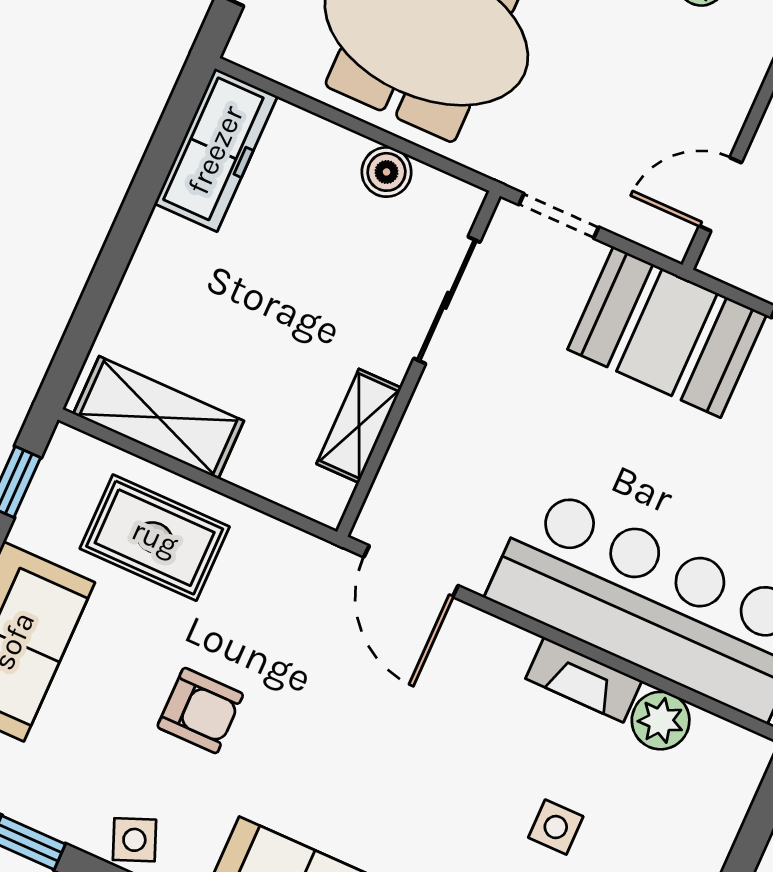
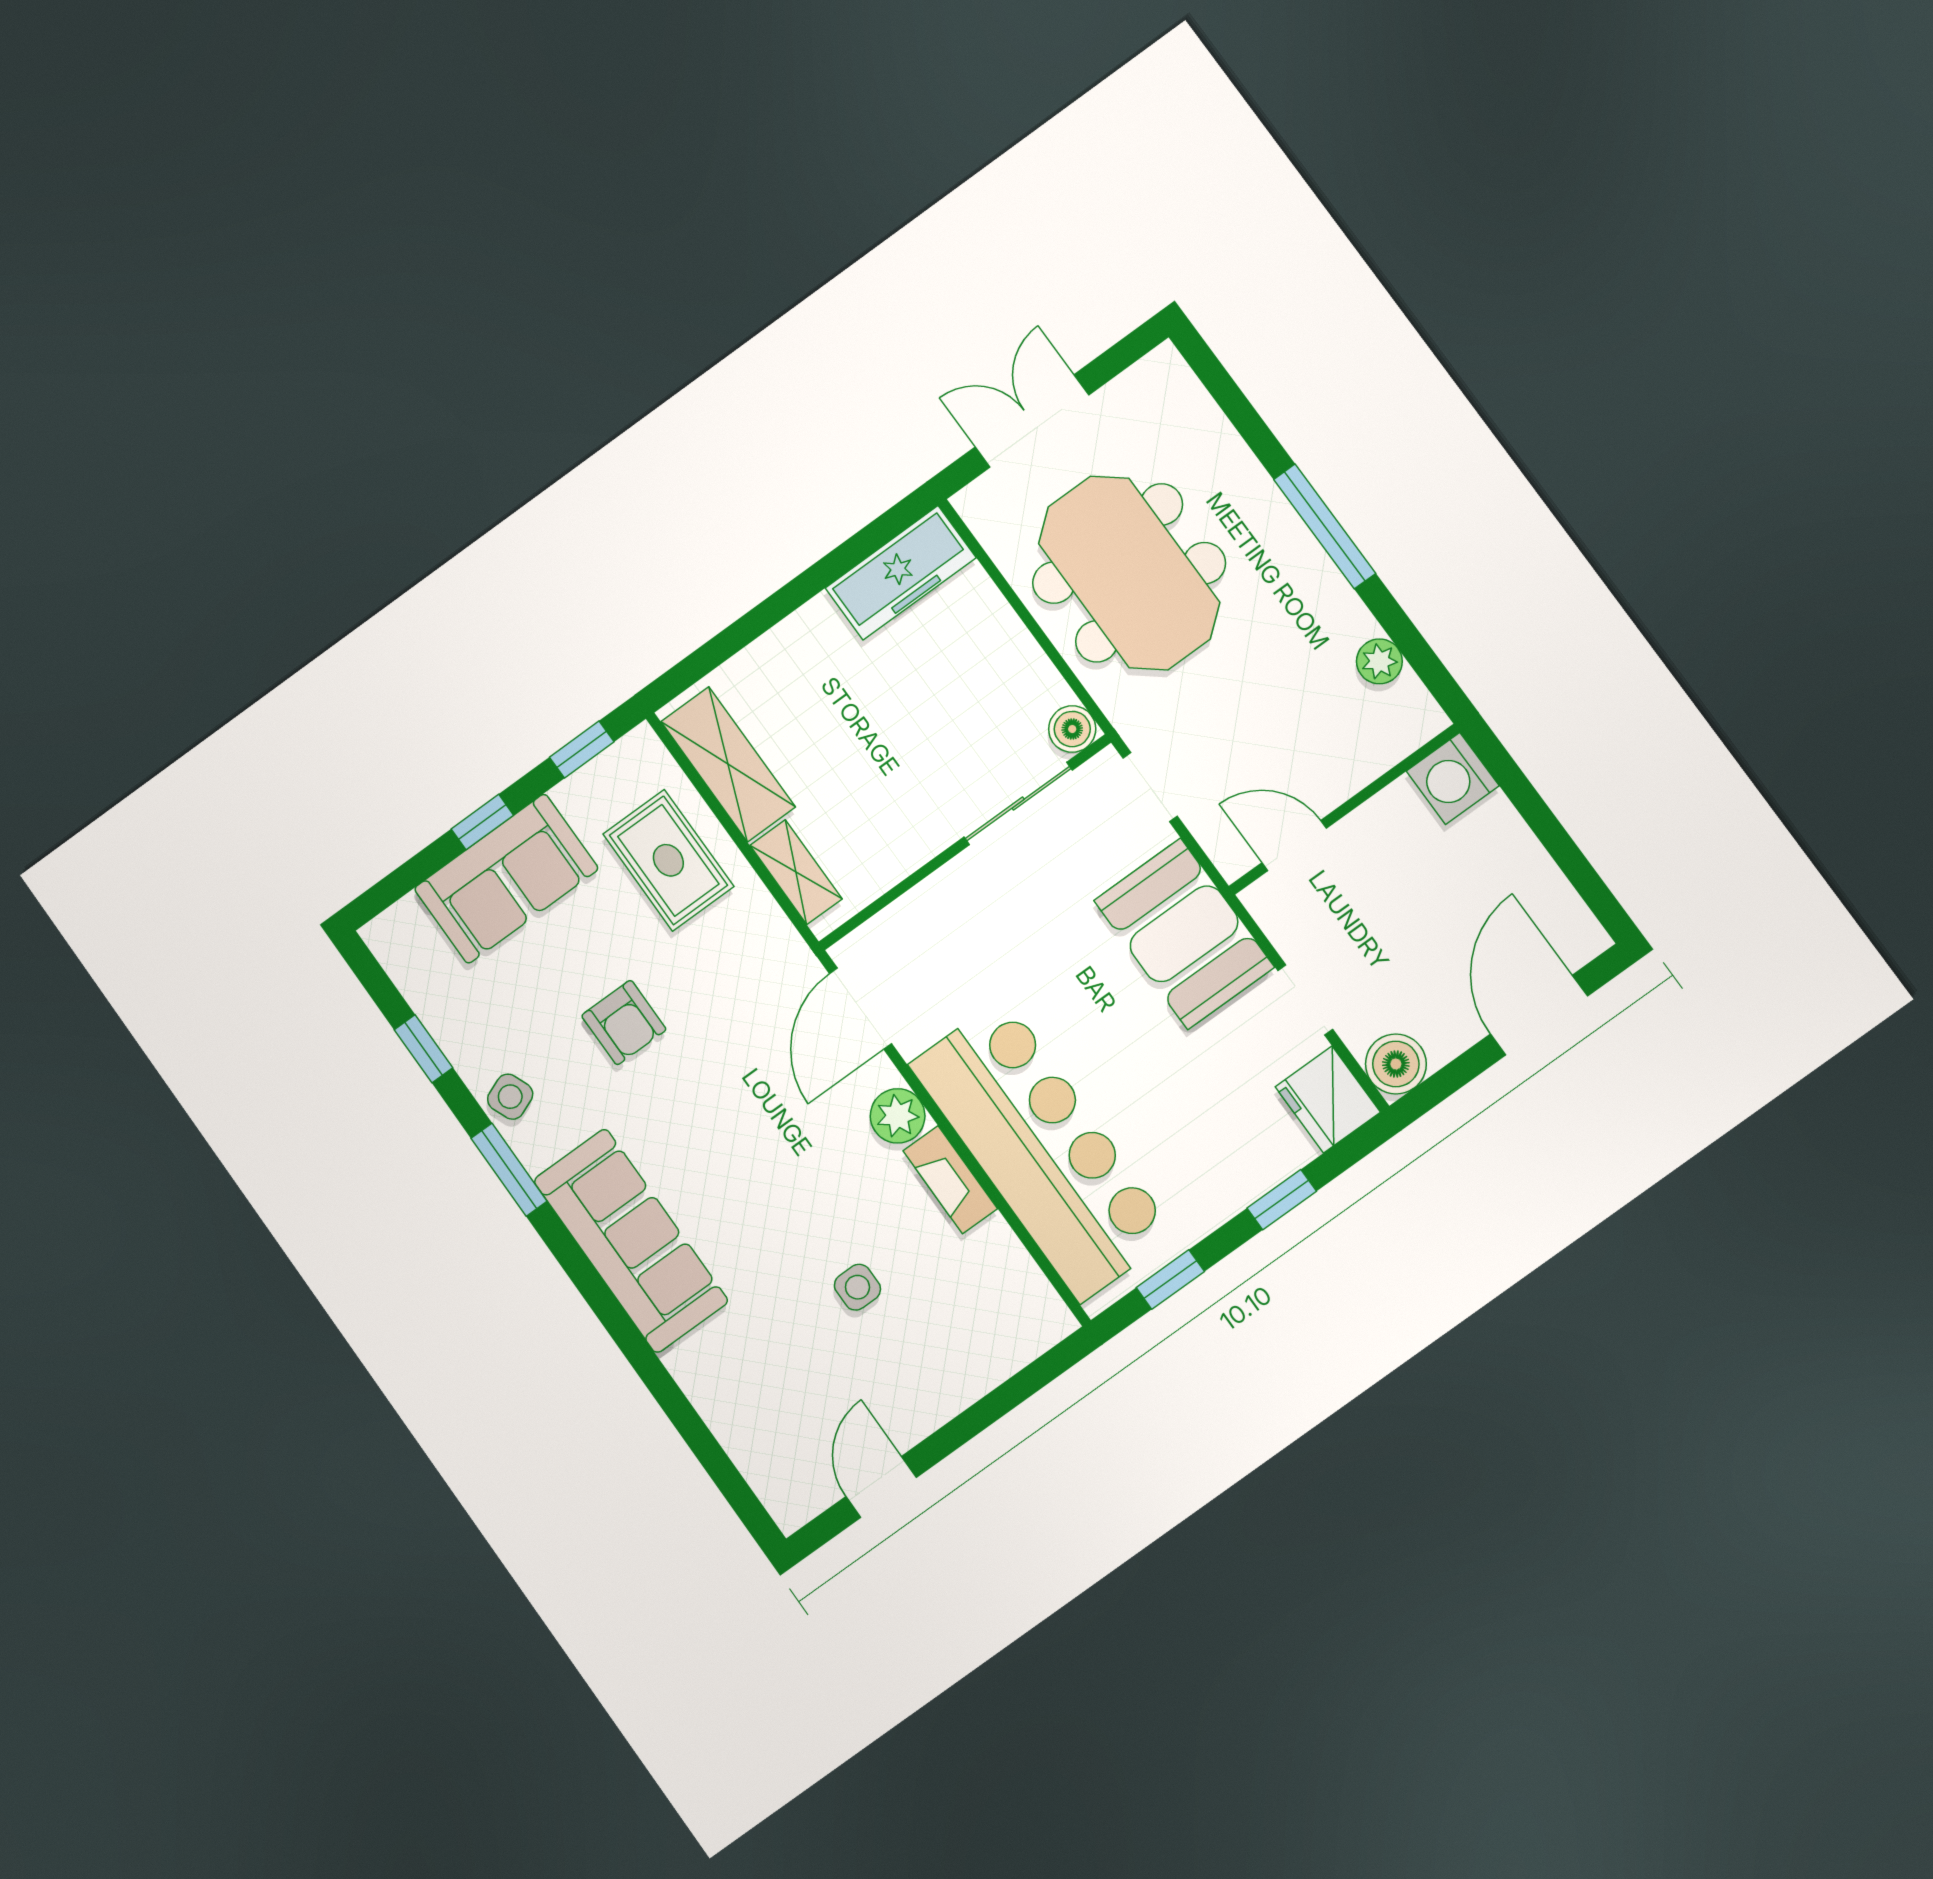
boiler: (387, 172) -> (1072, 729), moved
shelving: (359, 426) -> (796, 872), moved, turned 90
plant: (661, 721) -> (898, 1116), moved

